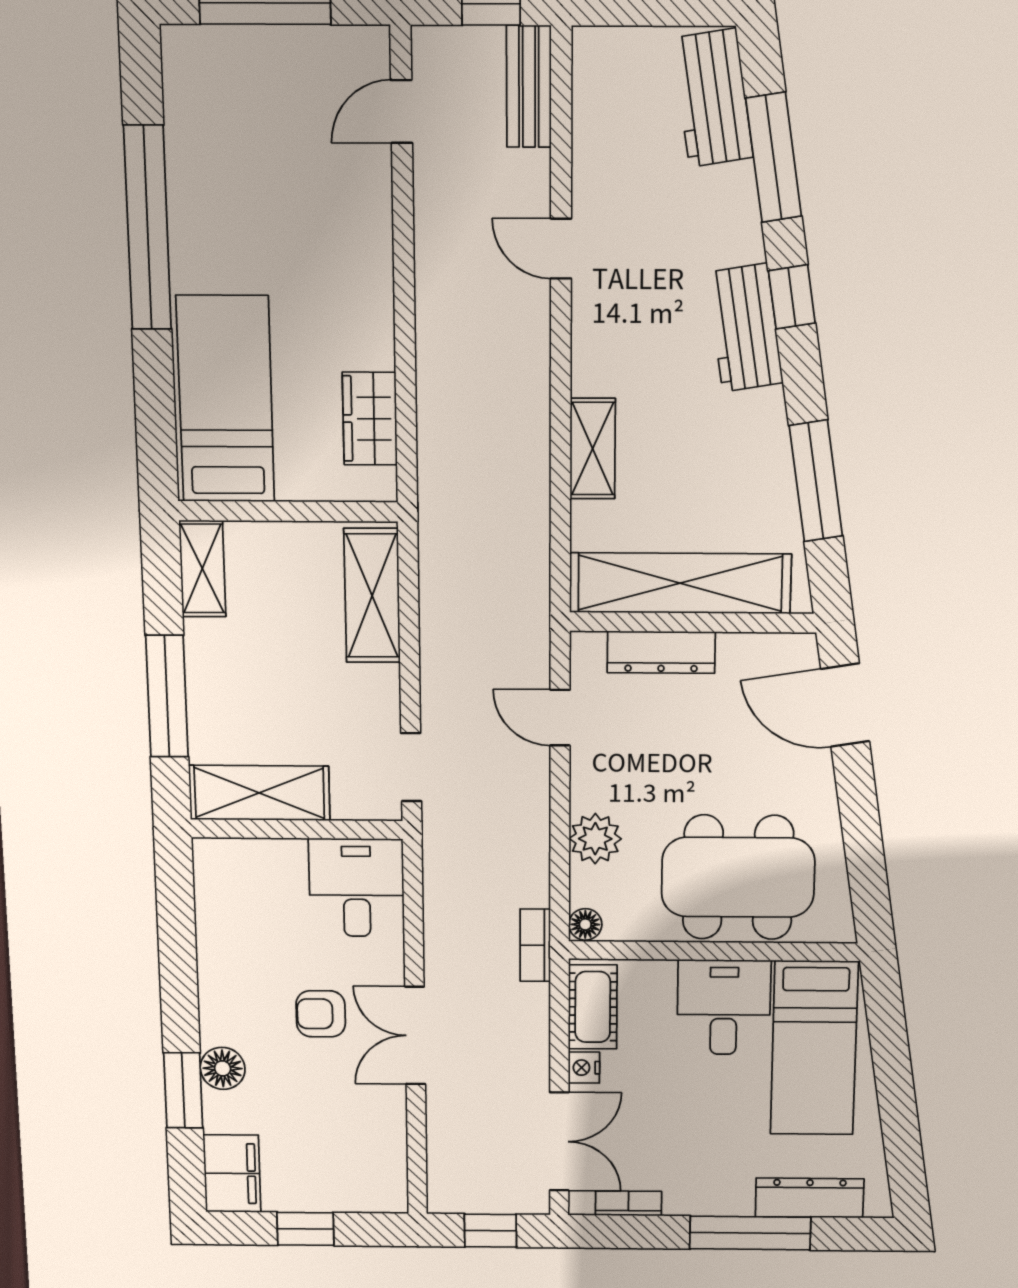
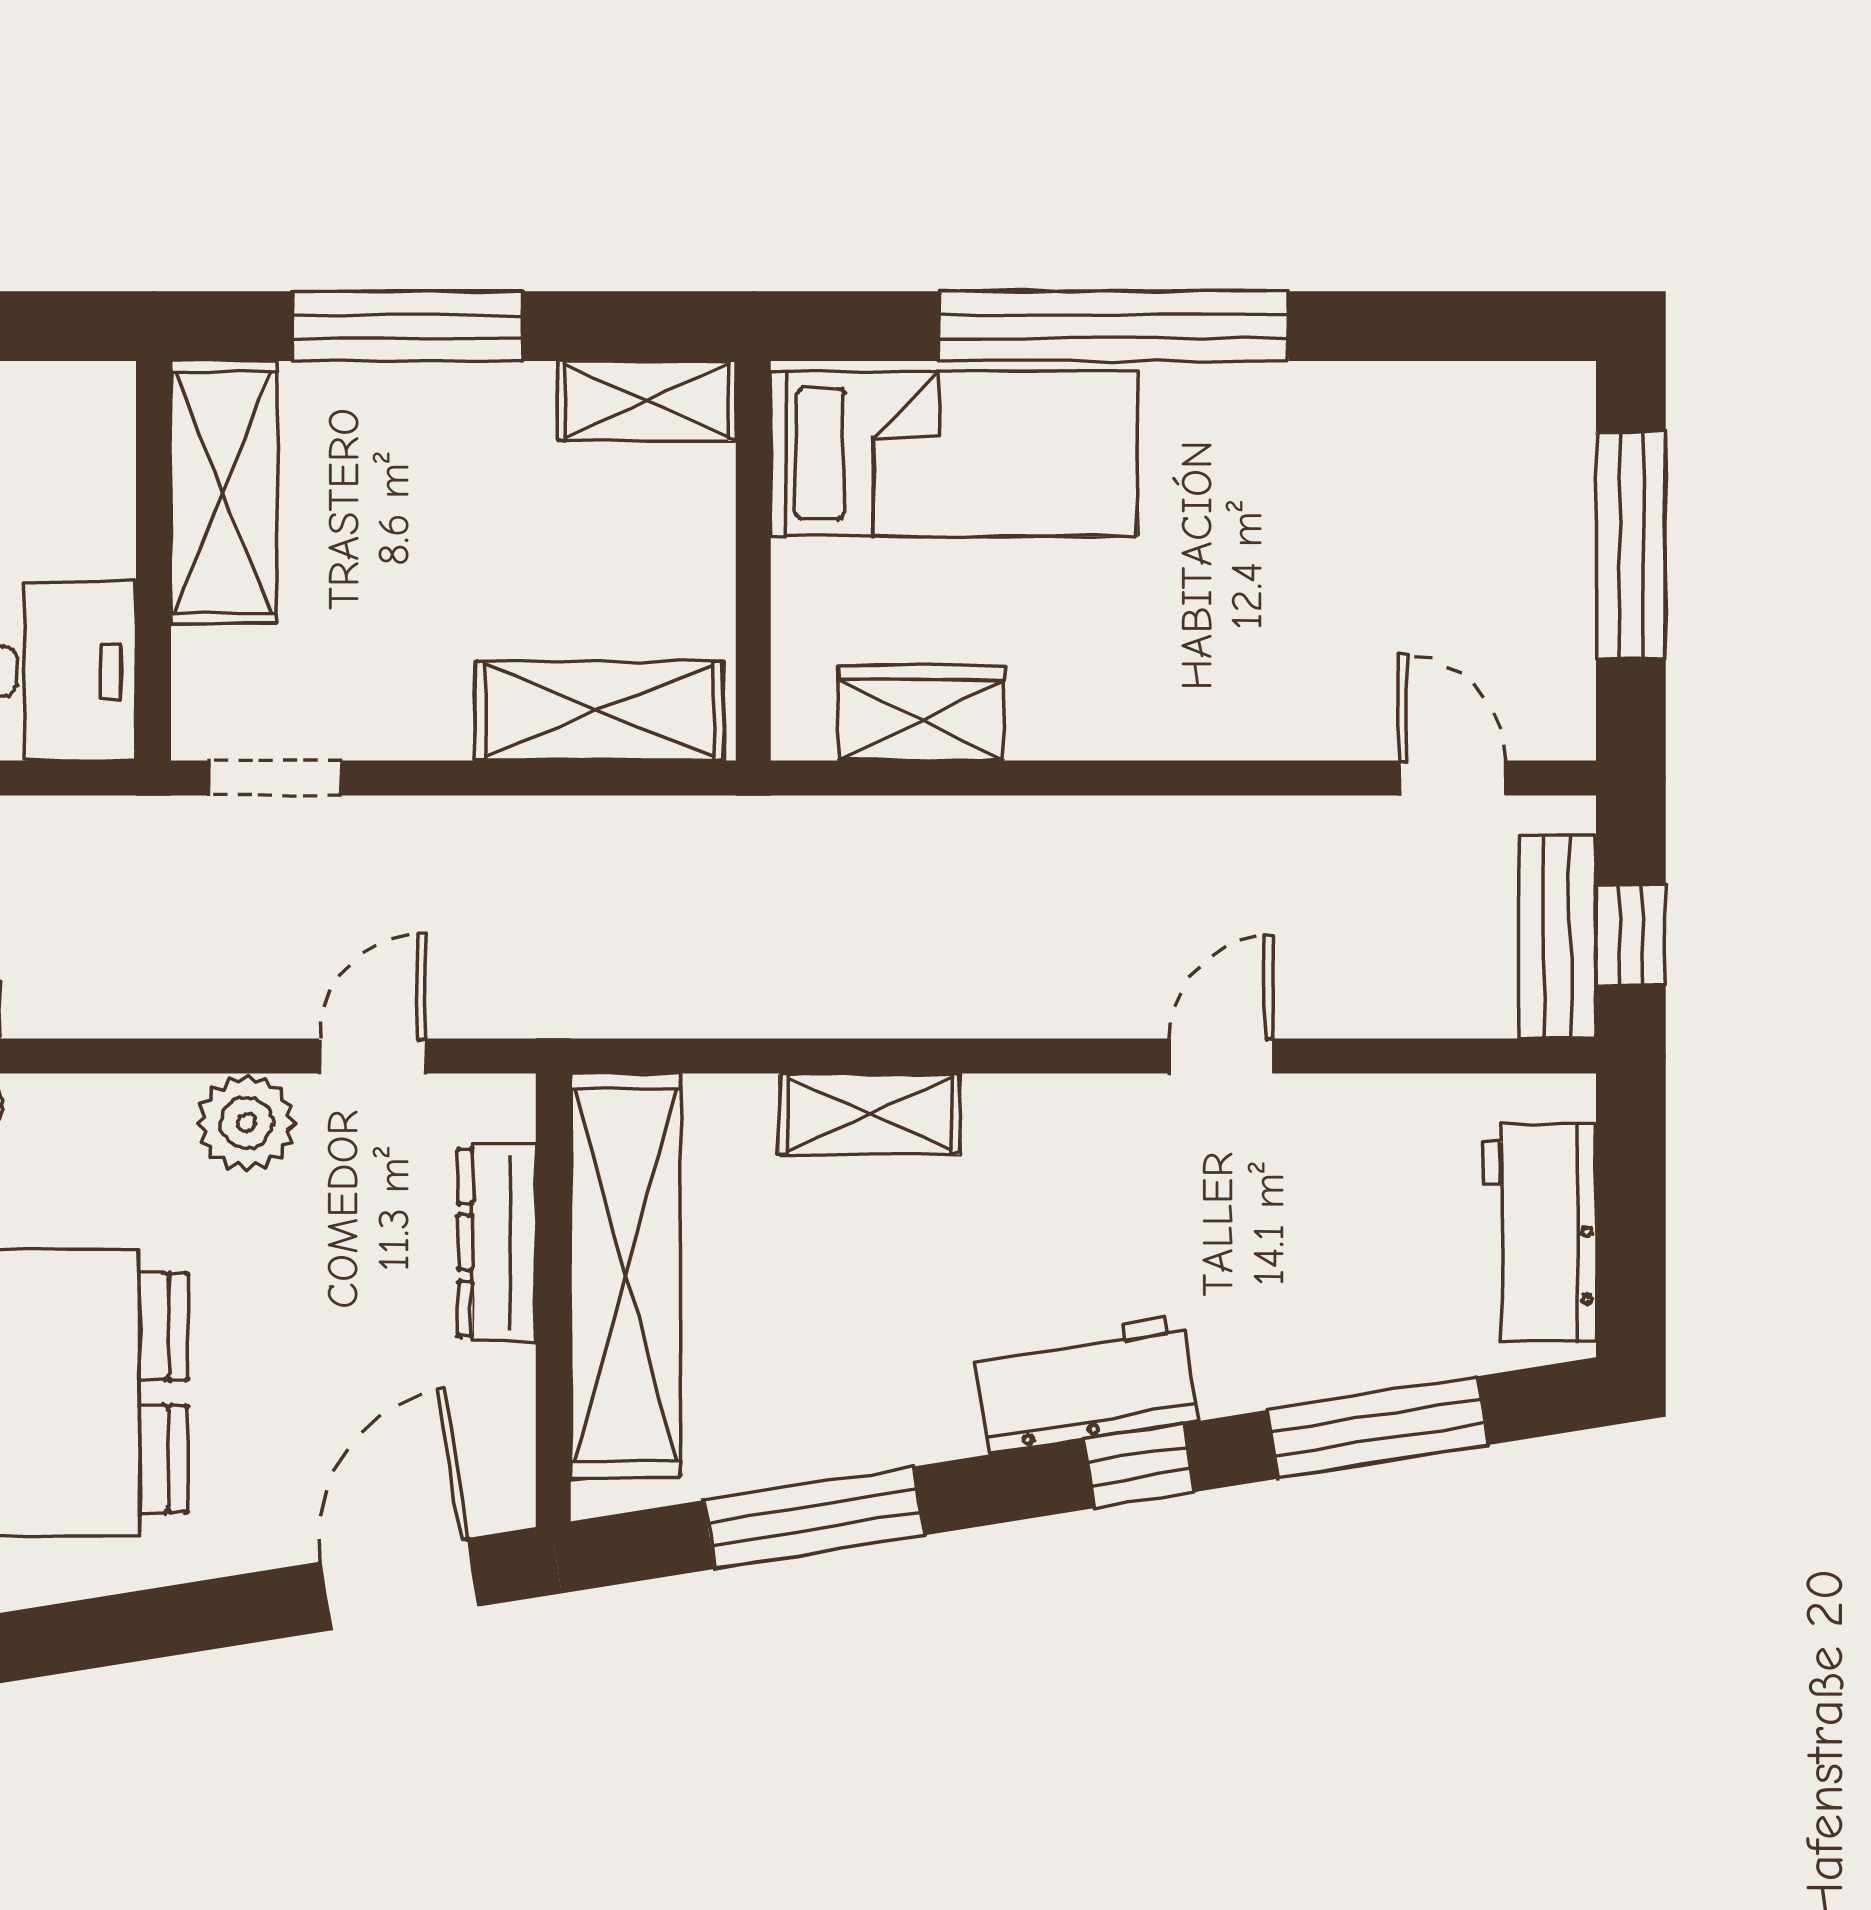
bench: (529, 87) -> (1557, 937), moved, turned 90
workbench: (713, 98) -> (1540, 1233), moved, turned -81
window: (148, 228) -> (1114, 326), moved
plant: (595, 839) -> (247, 1123), moved

